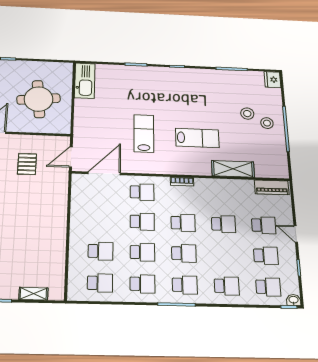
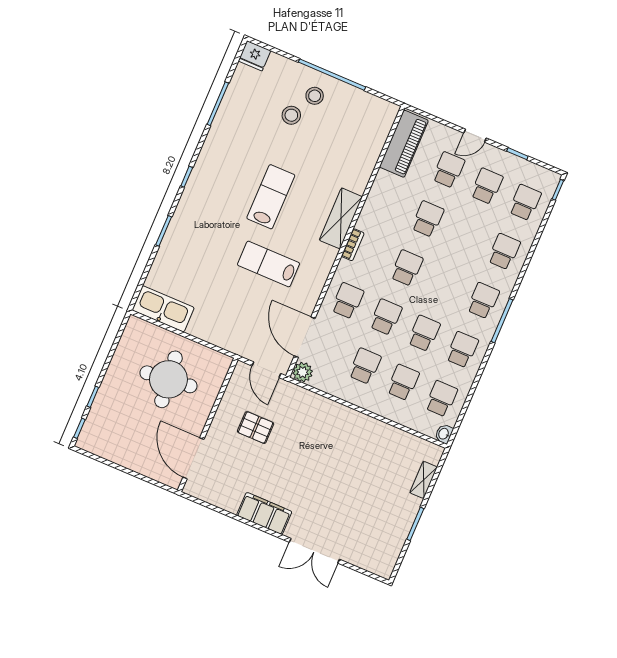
lab bench: (197, 138) -> (271, 197), moved
shelving: (233, 169) -> (341, 218), moved
plant: (79, 181) -> (303, 372), added
piano: (272, 187) -> (404, 144), width x1.37, depth x1.33
school desk: (184, 253) -> (365, 366), moved
washbasin: (294, 300) -> (444, 434), moved

